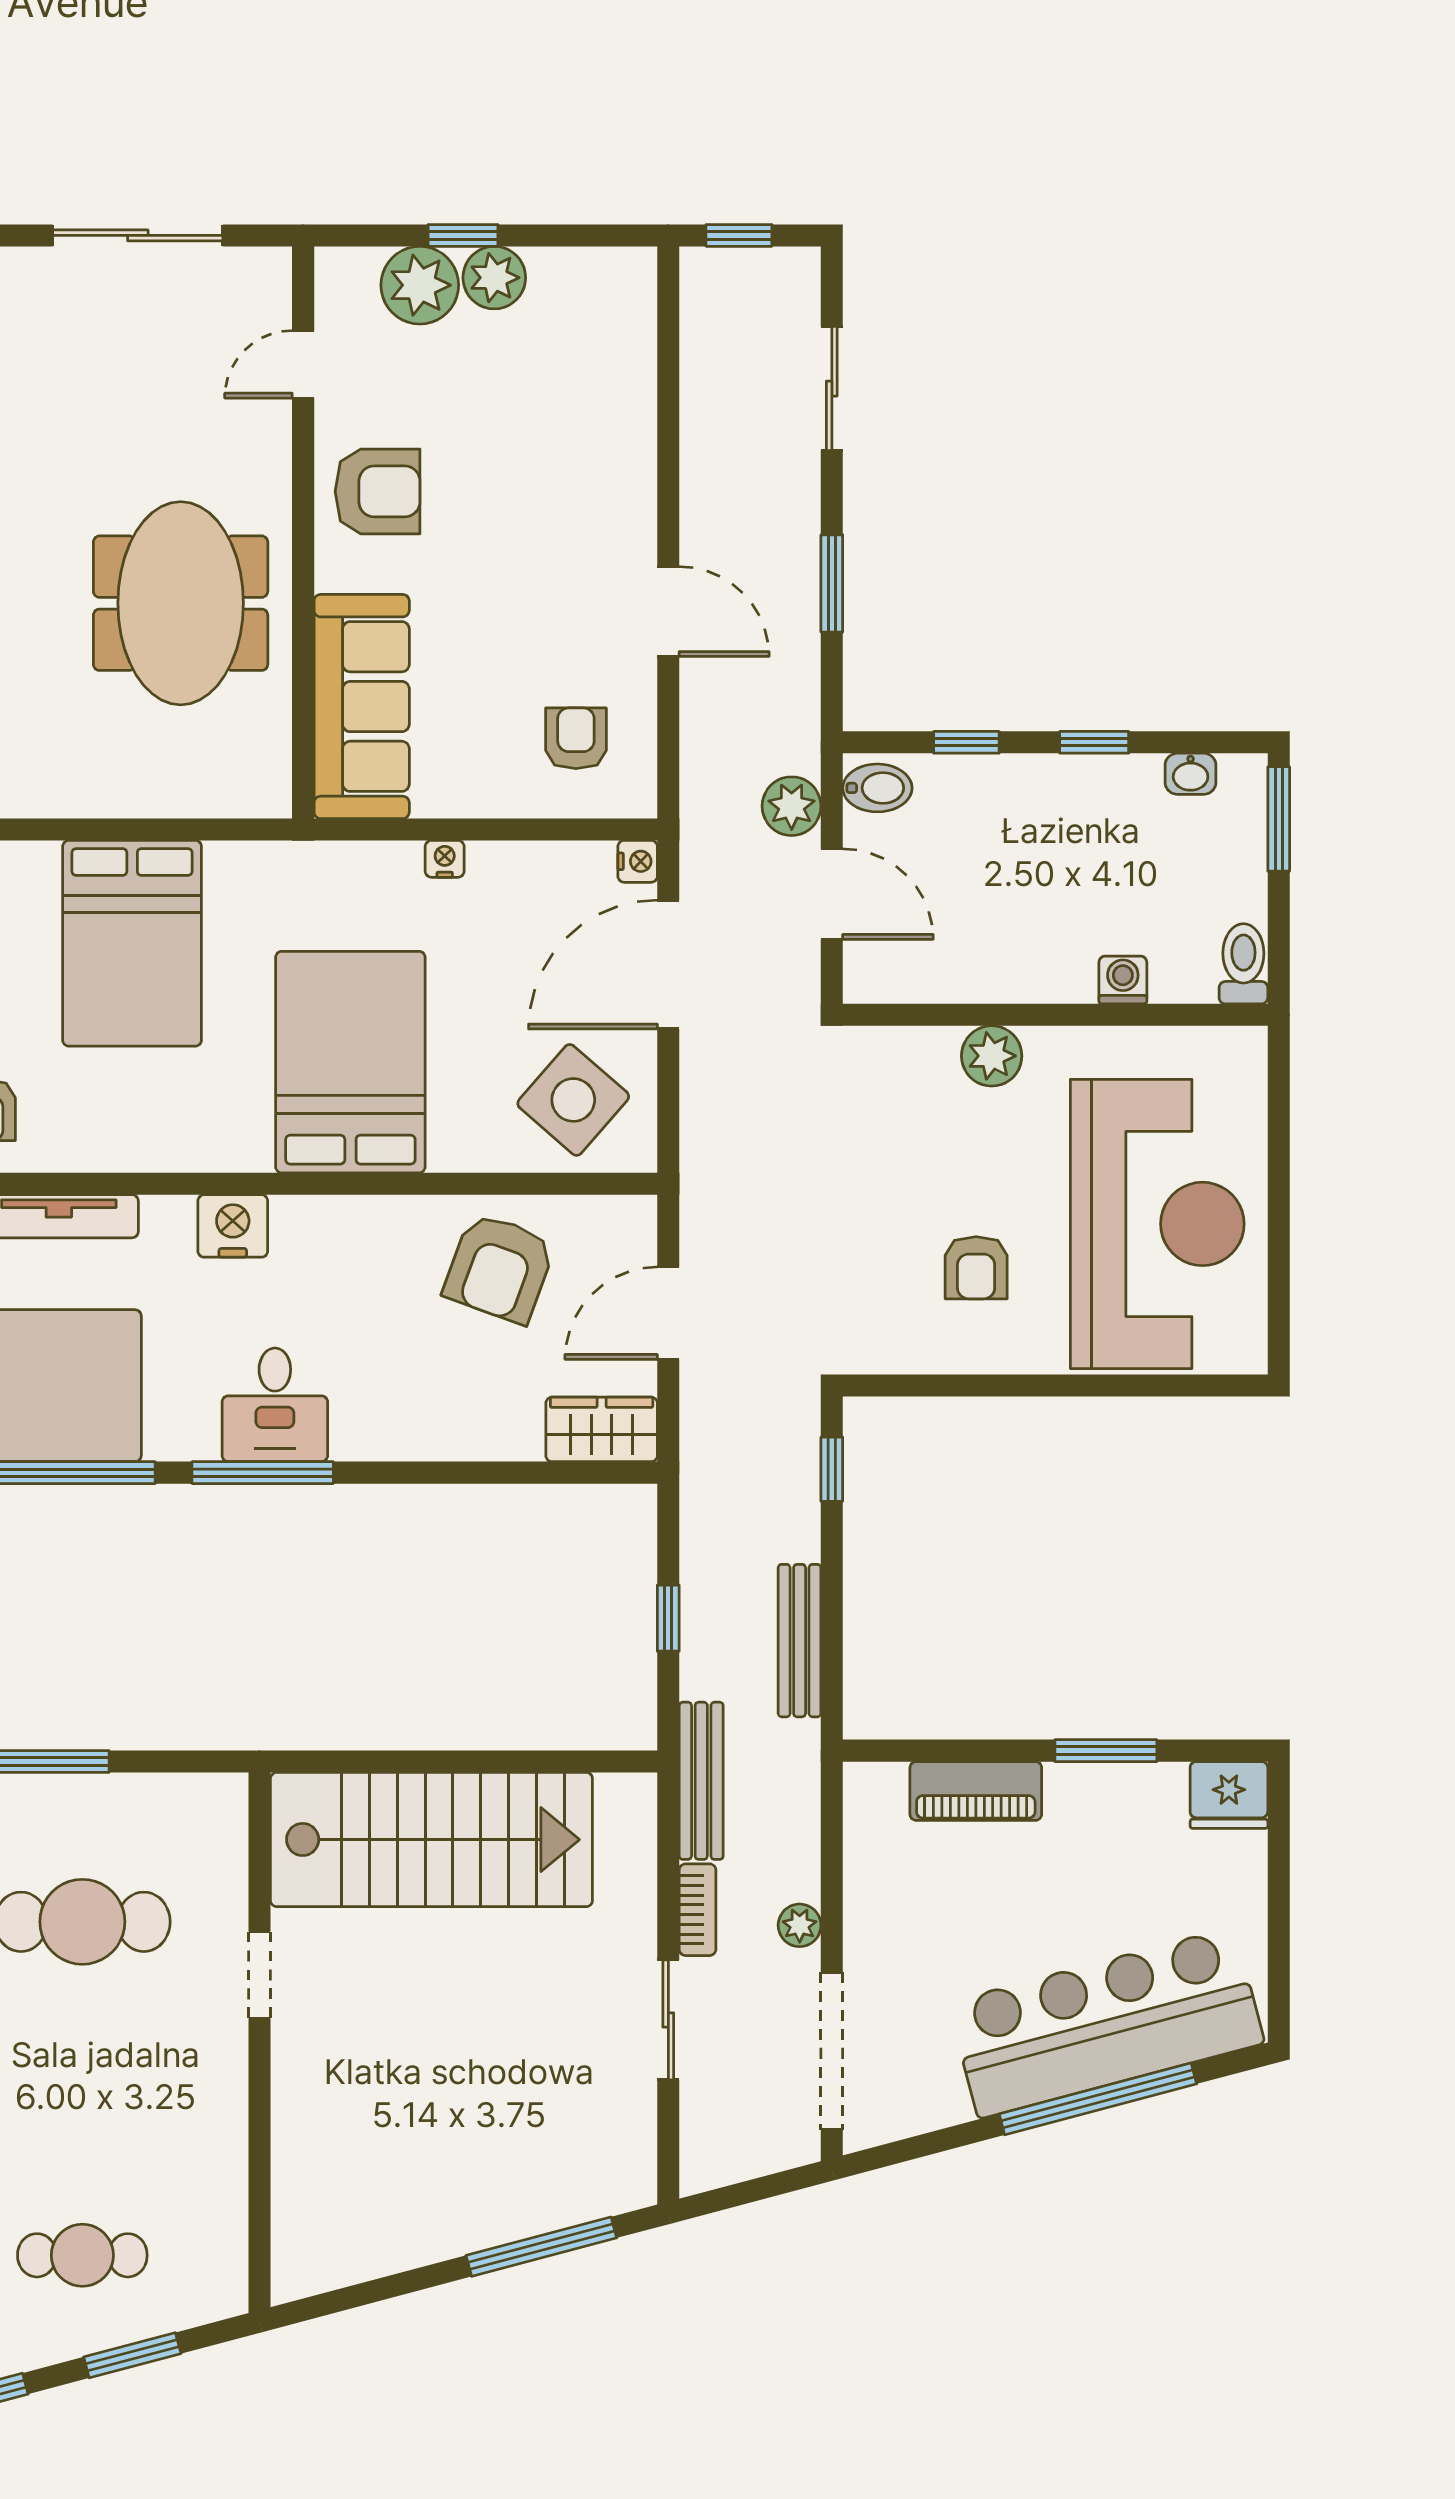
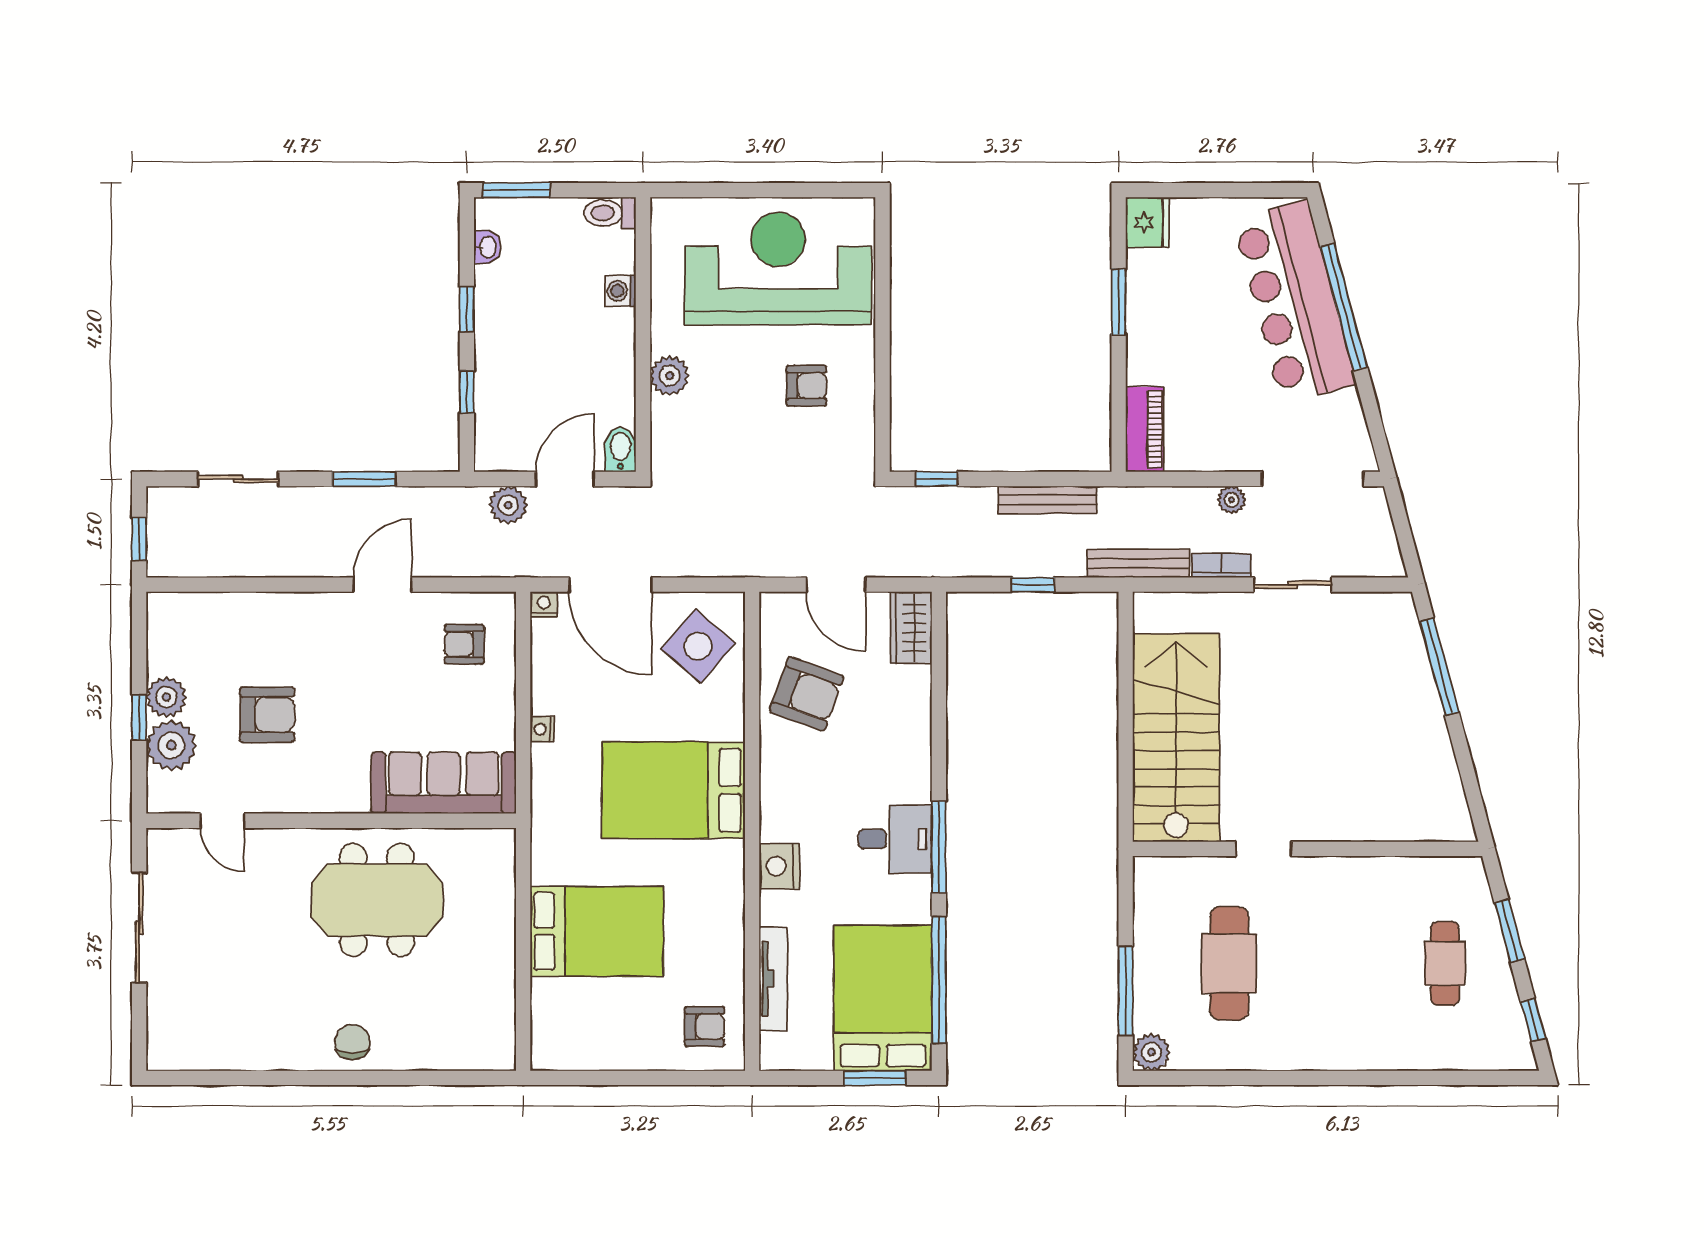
armchair: (378, 491) -> (267, 715), moved, turned 90
bidet: (877, 788) -> (620, 450), moved
piano: (976, 1791) -> (1145, 429), moved

